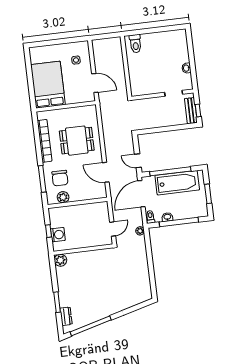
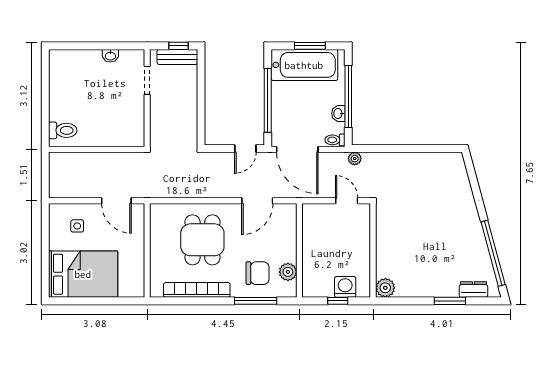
door: (95, 83) -> (116, 201), swing flipped
bed: (48, 85) -> (83, 274), moved, turned 180
bathtub: (177, 183) -> (304, 65), moved, turned 90

